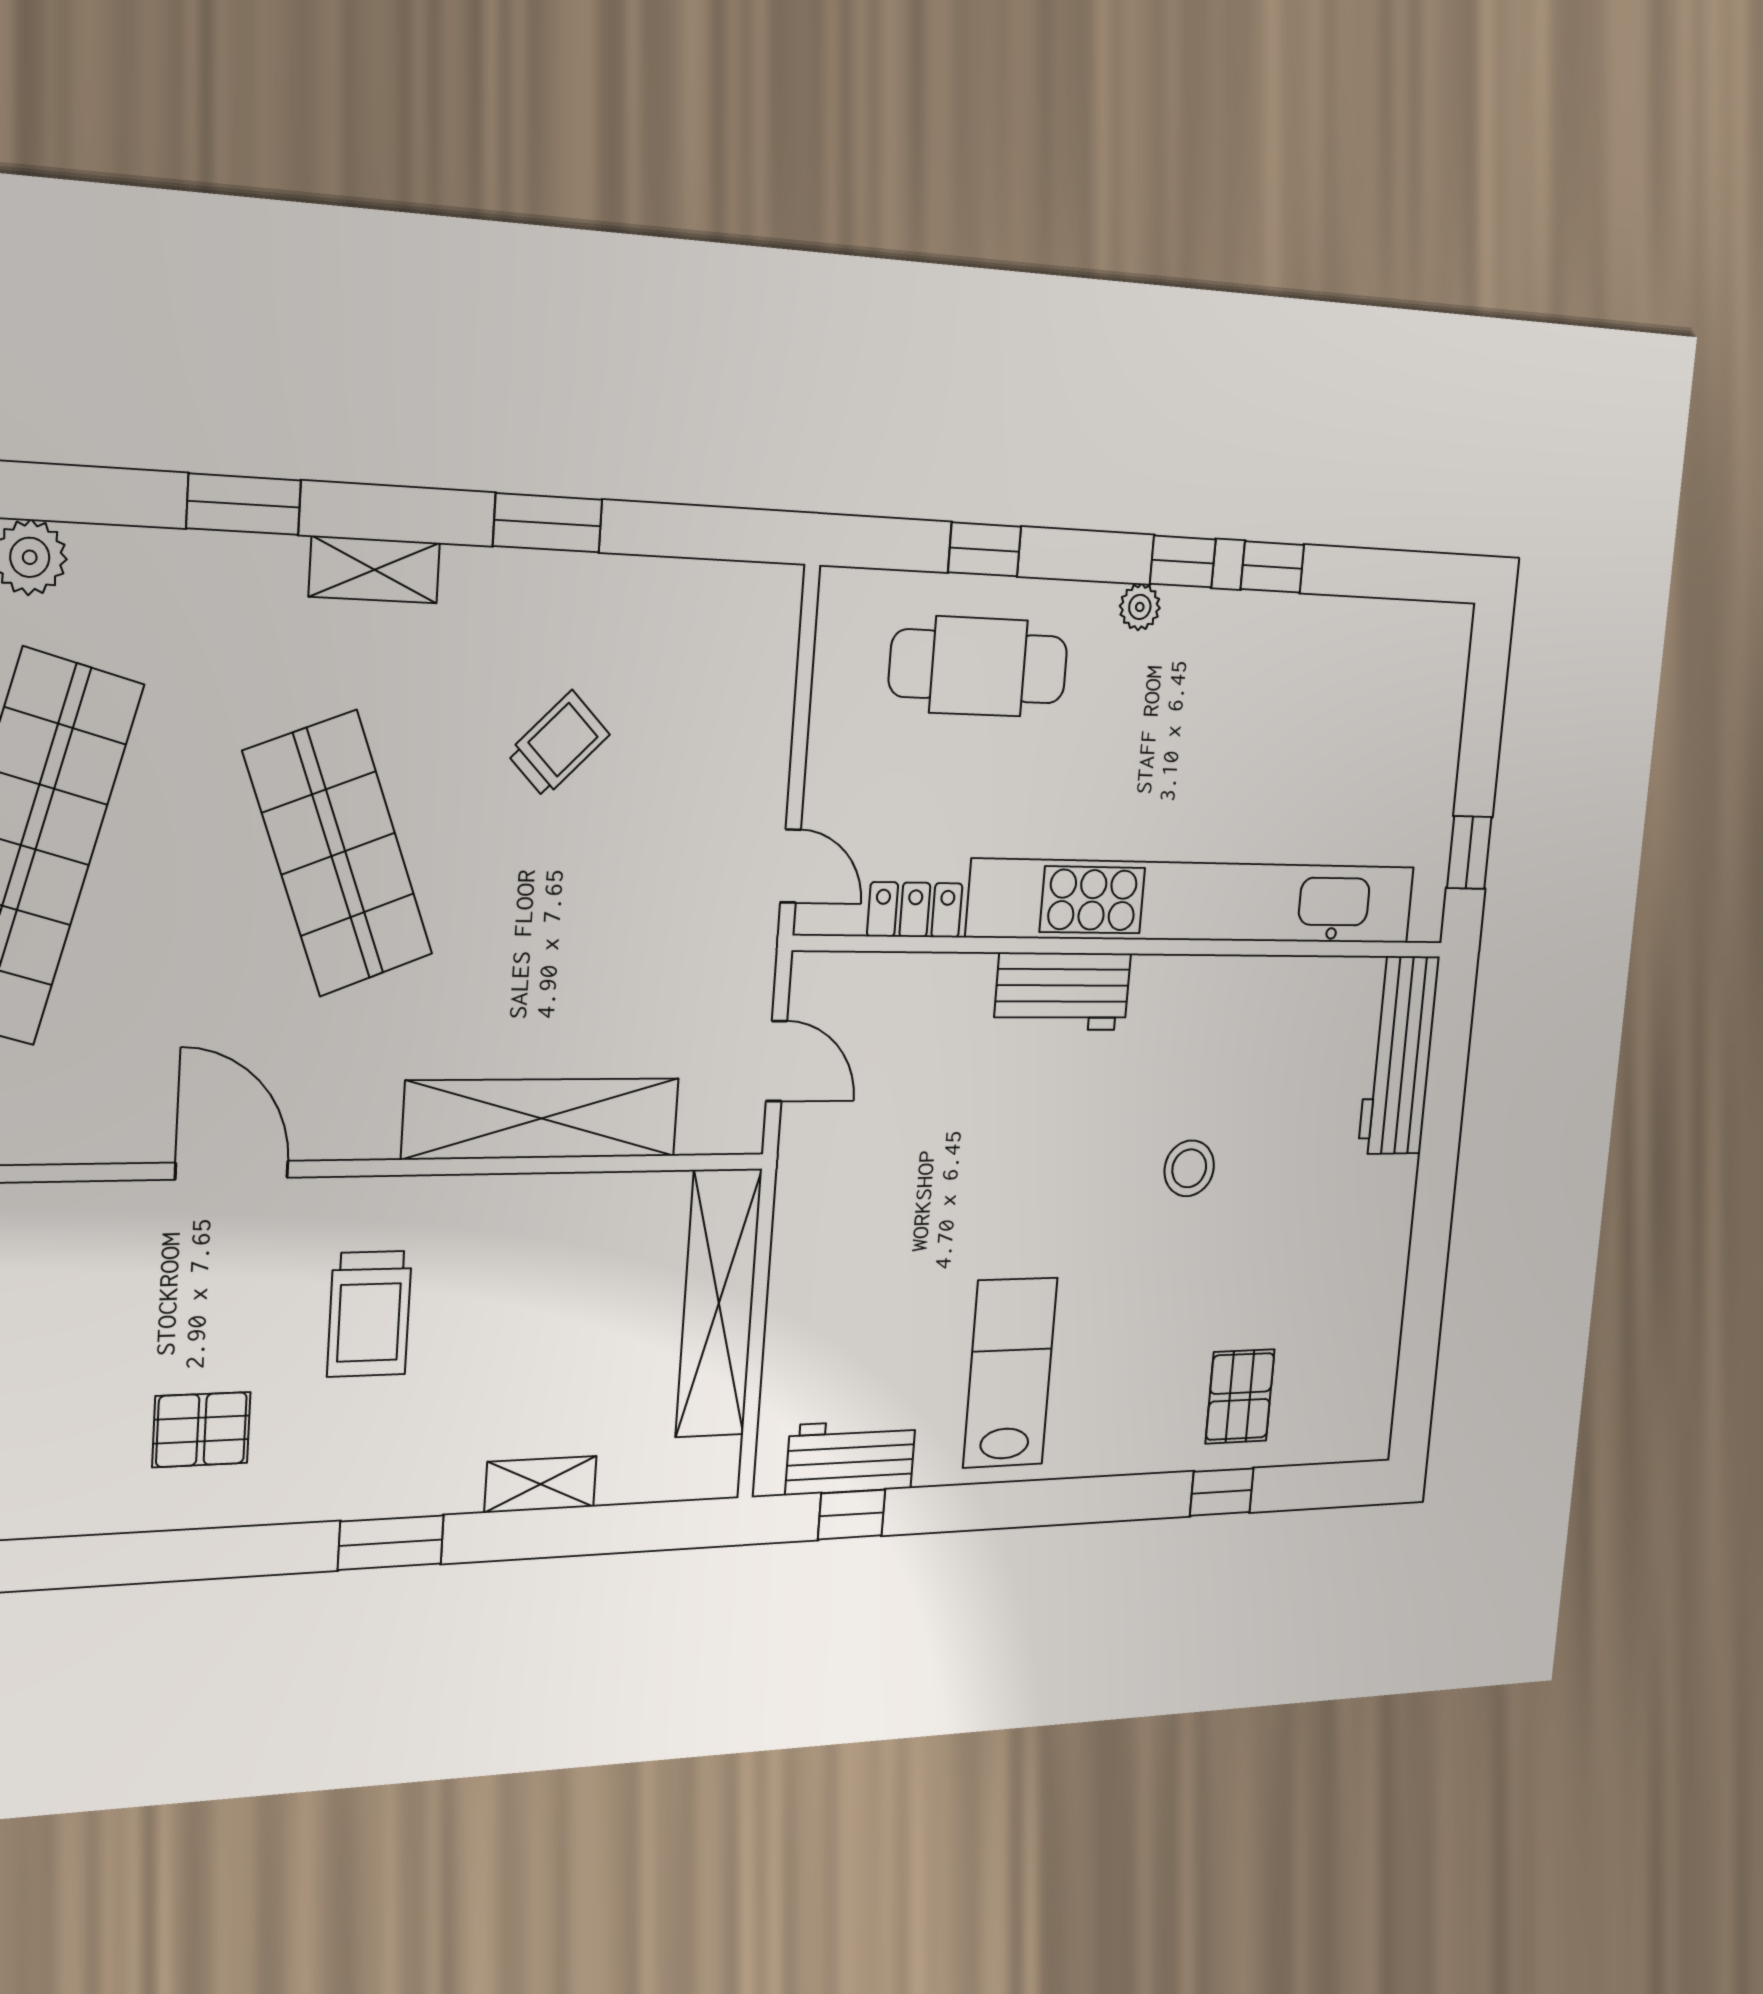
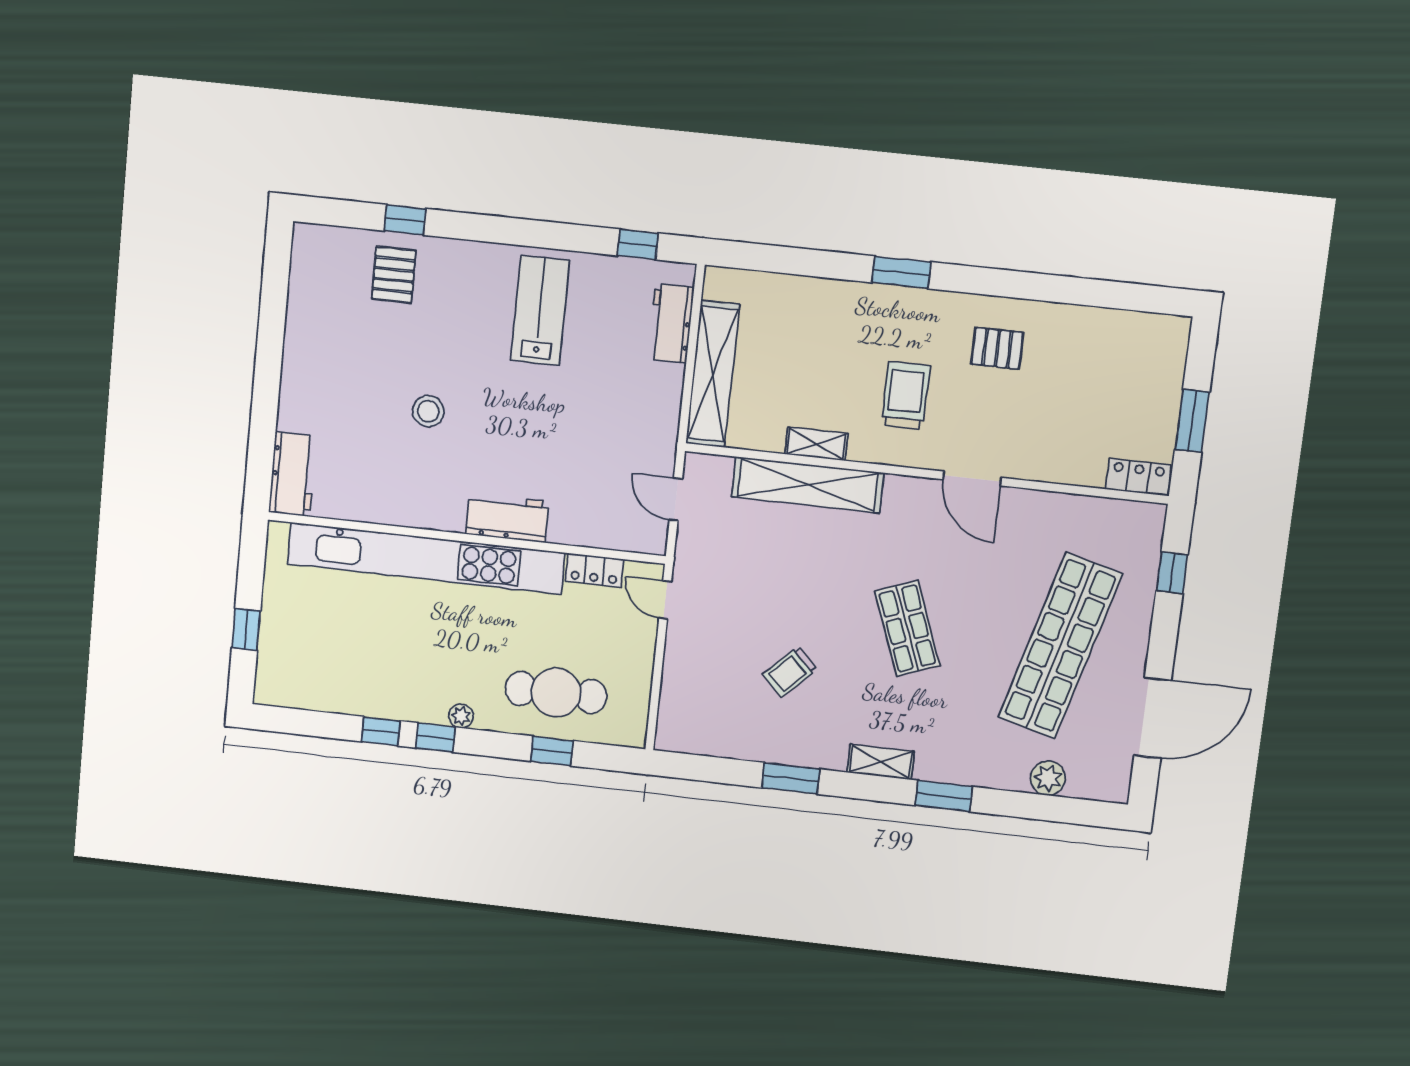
window: (1469, 852) -> (246, 629), moved
shop shelf: (338, 854) -> (907, 628), width x0.70, depth x0.74
workbench: (1399, 1055) -> (293, 474), width x0.73
lab bench: (1010, 1373) -> (540, 310), turned 180
workbench: (851, 1457) -> (671, 323), moved, turned 90
shelving: (541, 1484) -> (816, 444), moved

